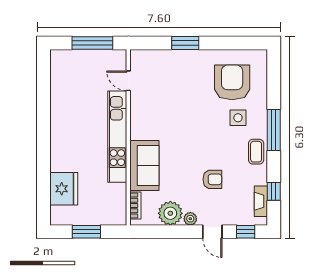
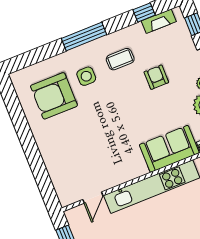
window: (185, 43) -> (34, 157), removed
coffee table: (256, 152) -> (120, 59), moved

